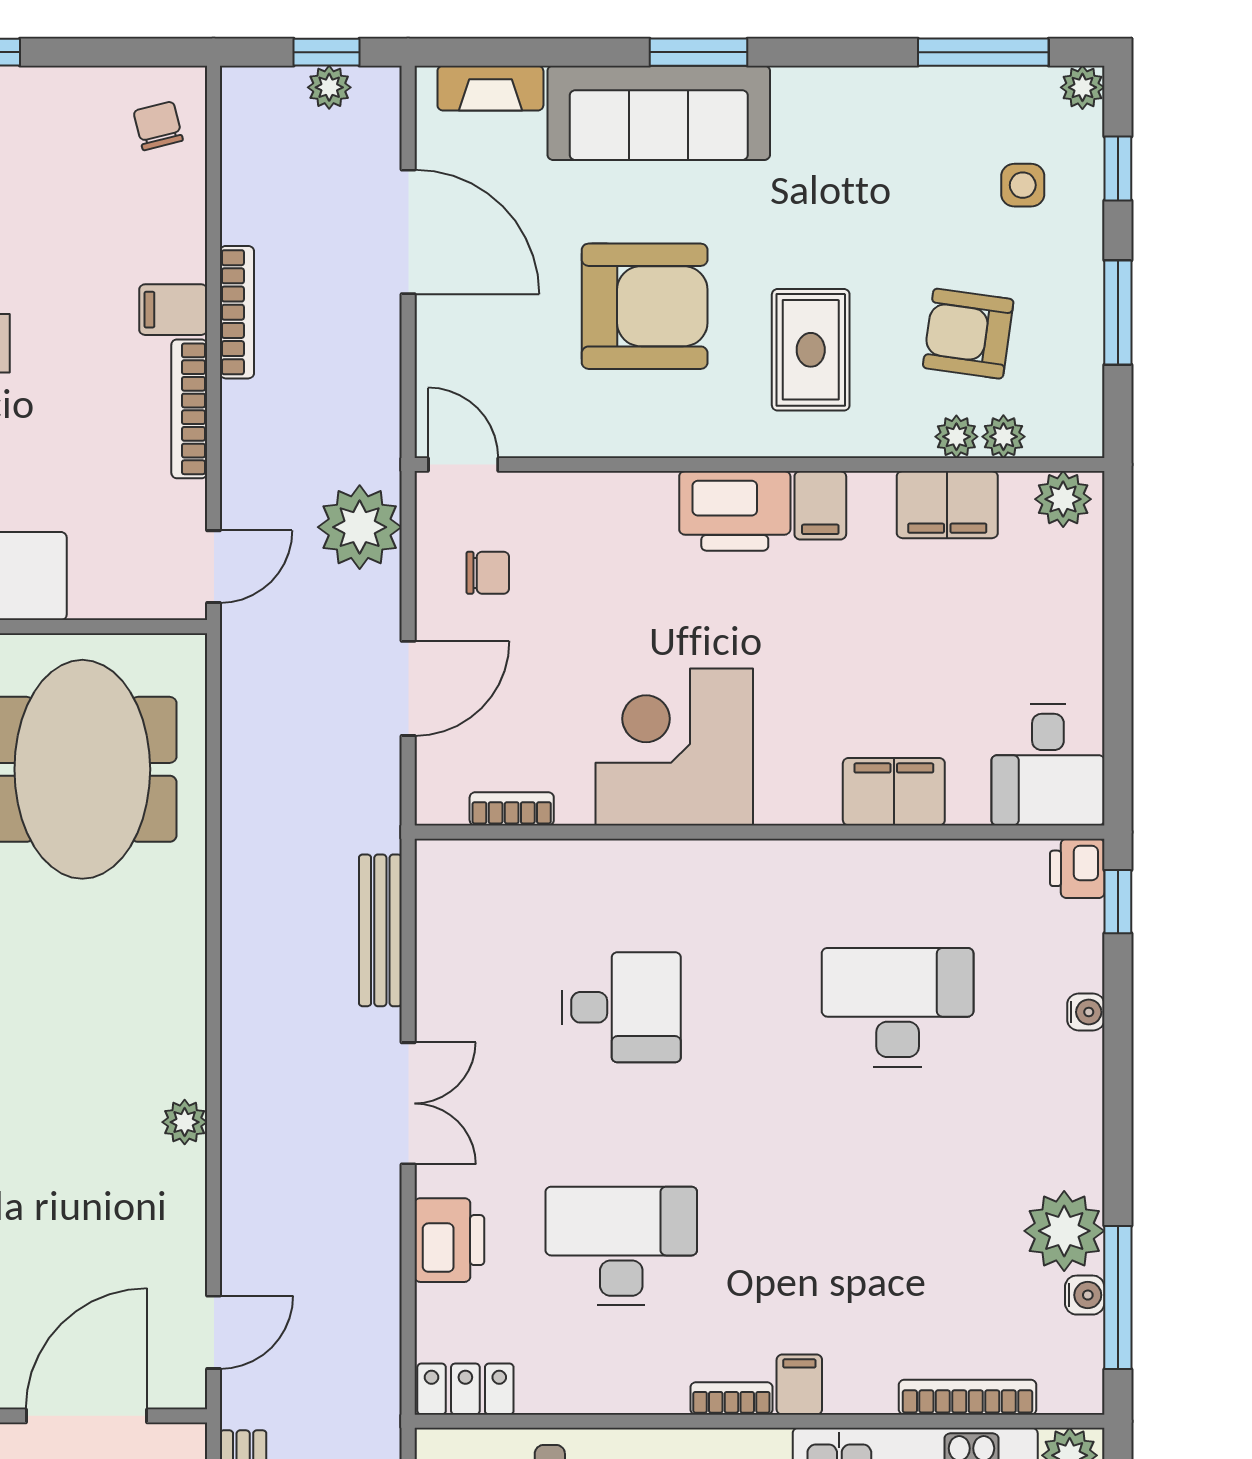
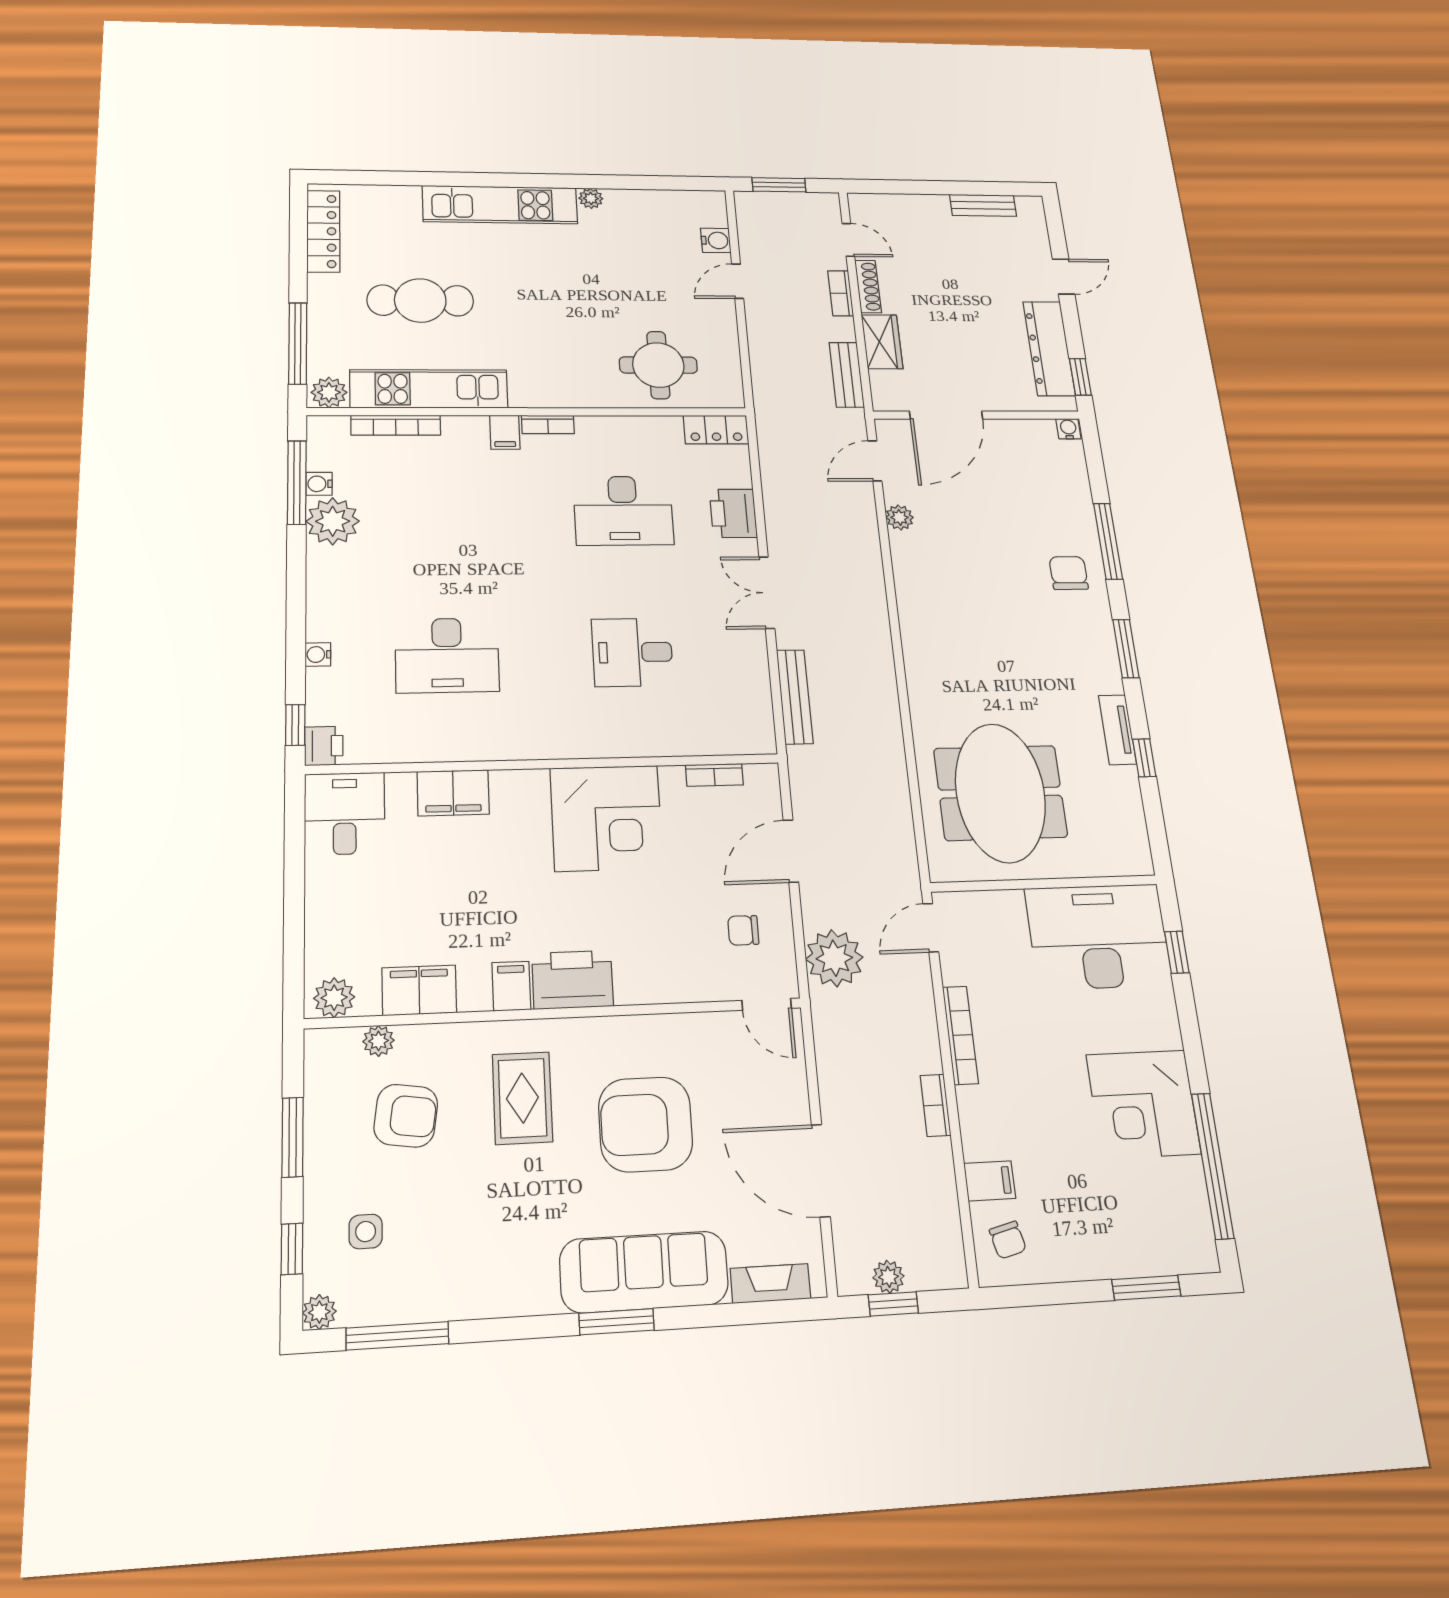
filing cabinet: (173, 310) -> (990, 1181), moved
bookcase: (237, 312) -> (936, 1105), width x0.64
plant: (956, 437) -> (413, 1039), removed
plant: (185, 1122) -> (900, 517), moved

